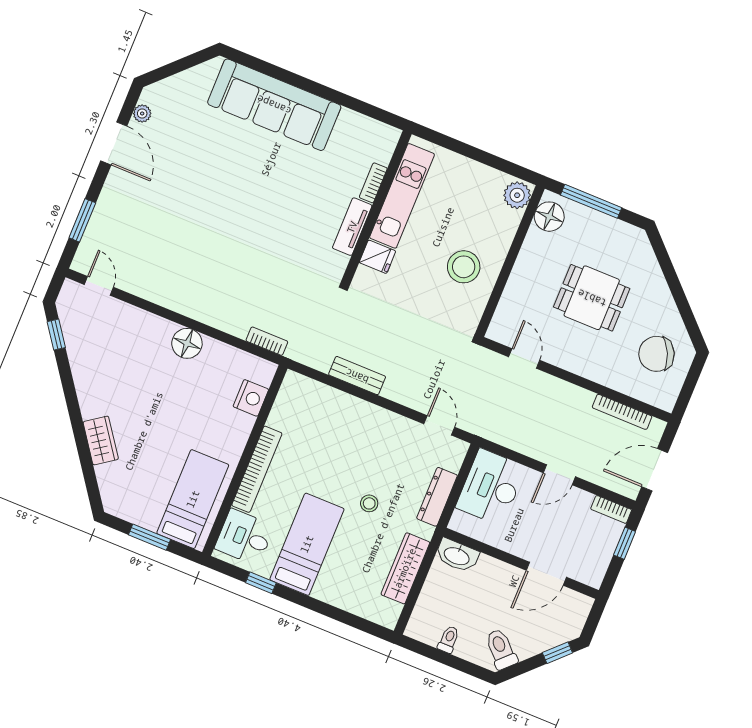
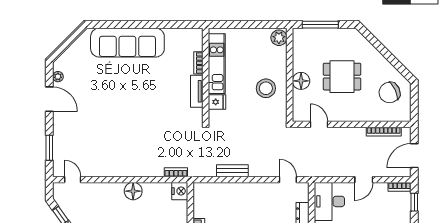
floor lamp: (549, 217) -> (301, 81), moved
nightstand: (251, 398) -> (180, 191), moved

